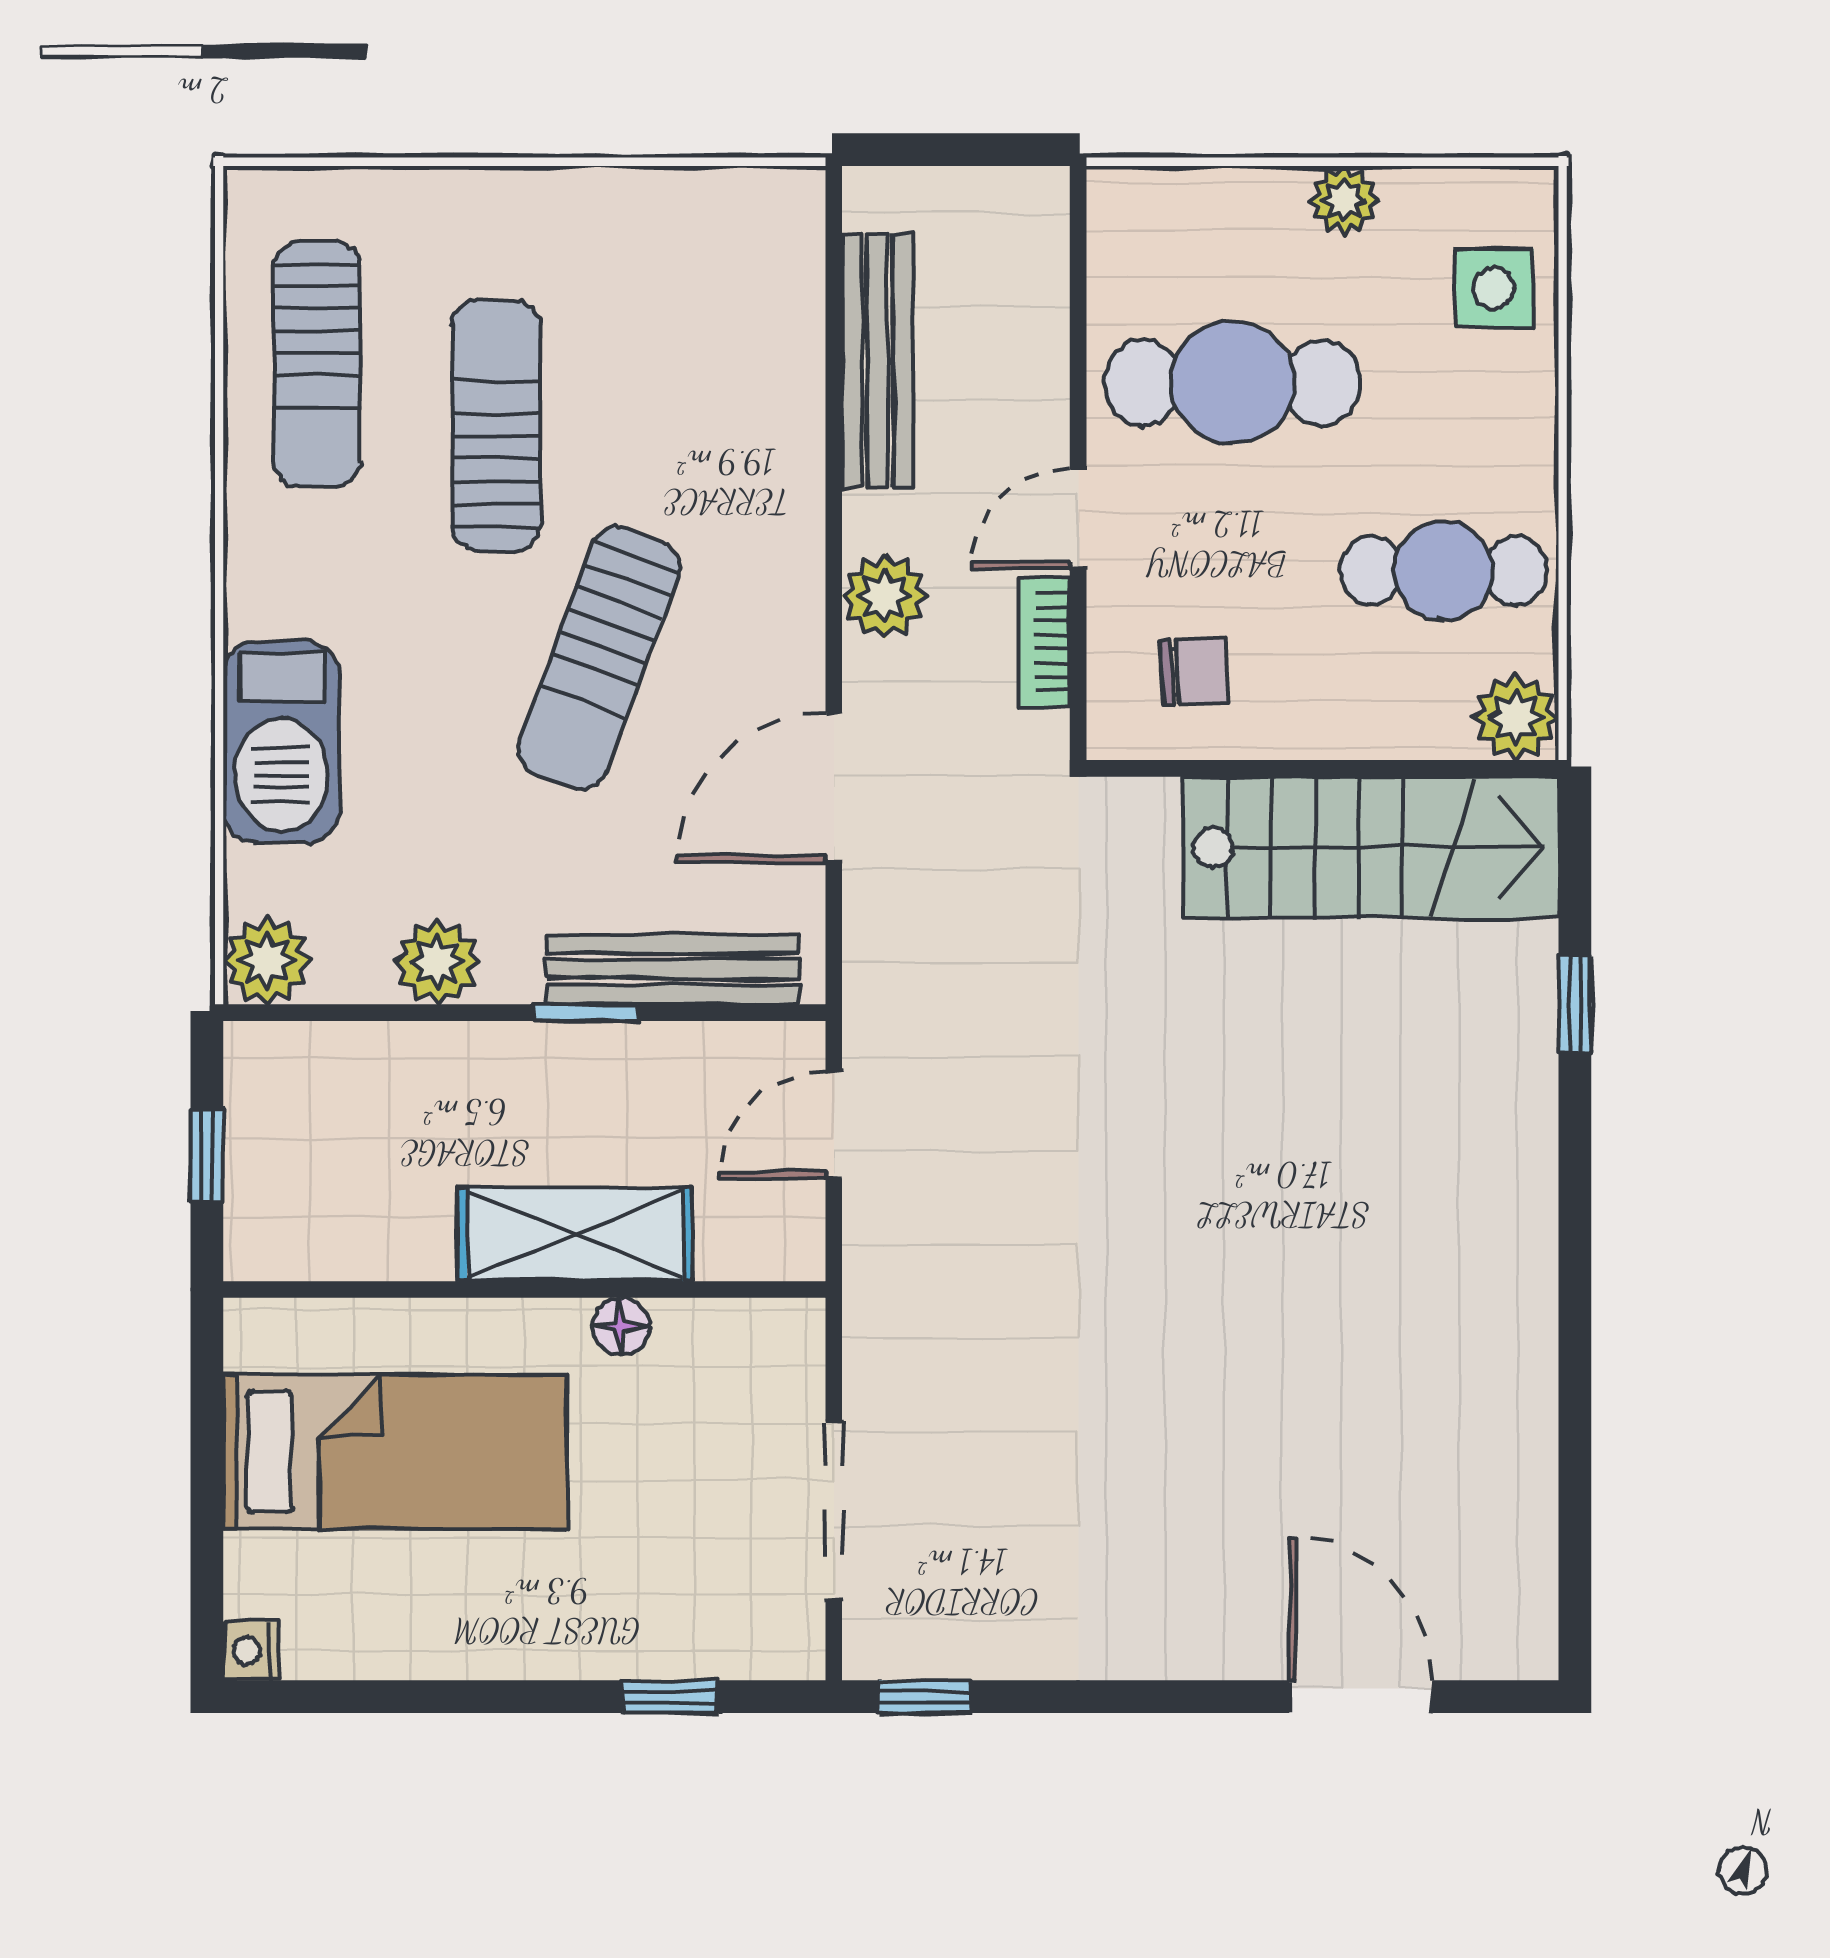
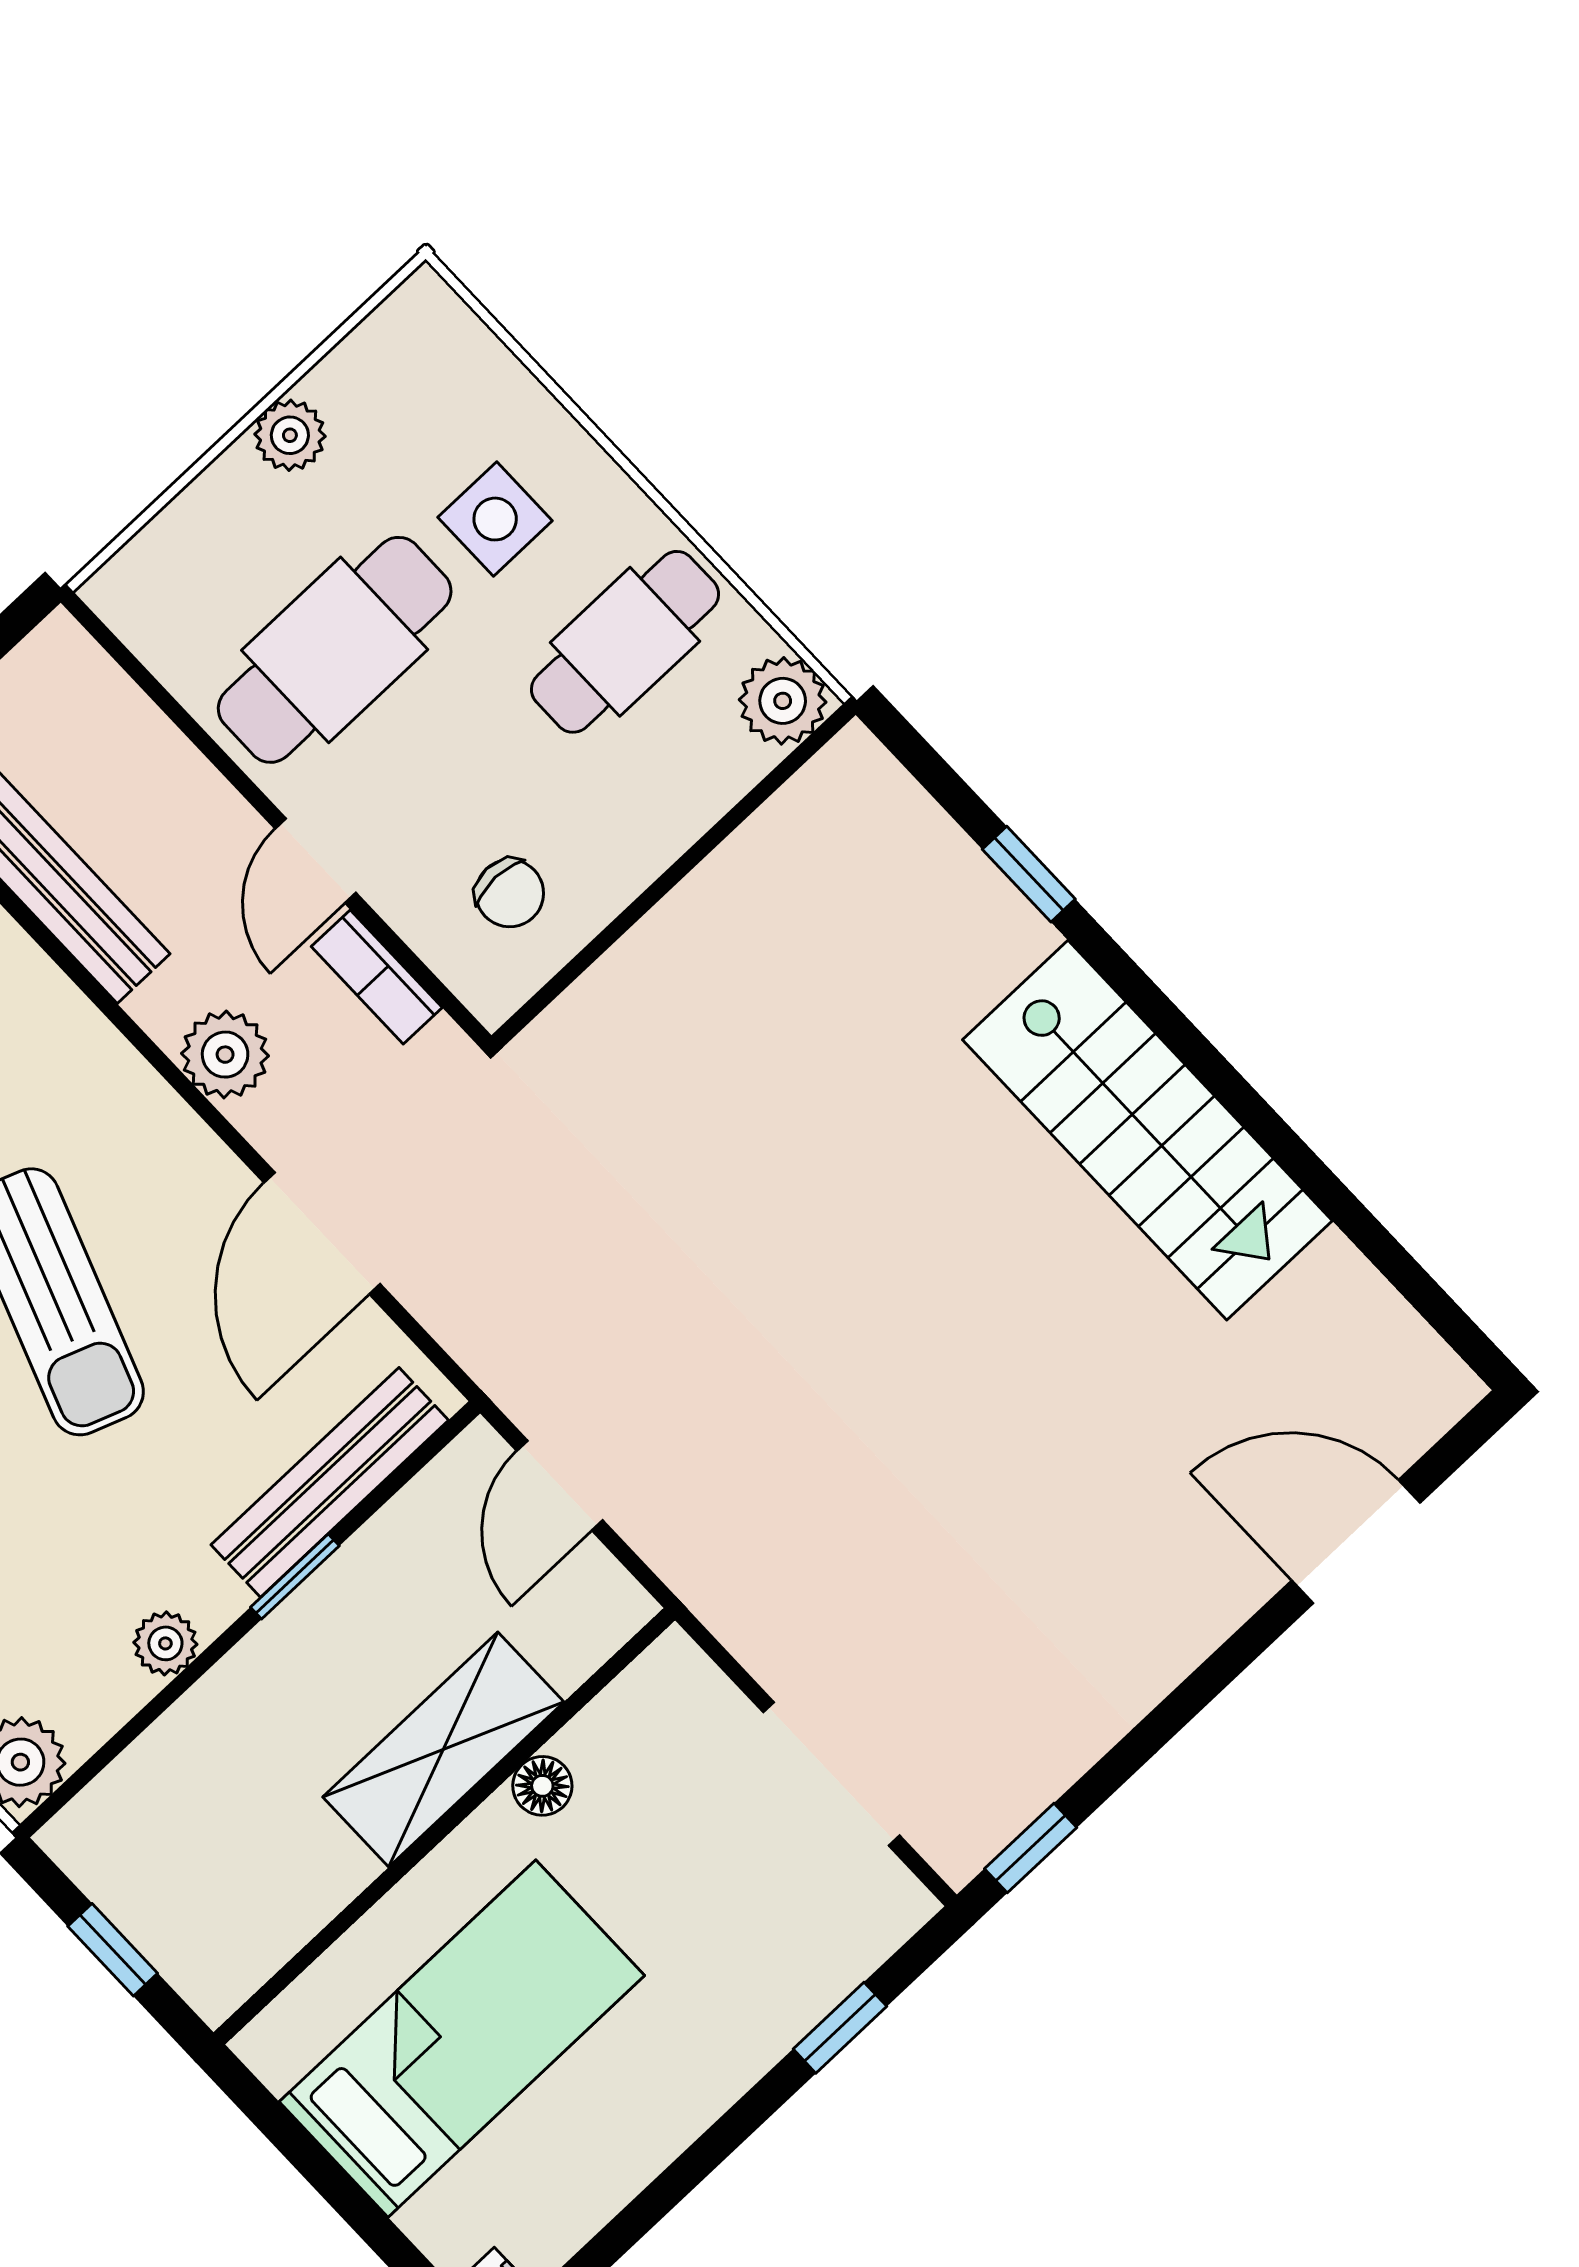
side table: (1494, 288) -> (495, 519), moved
chair: (1194, 672) -> (510, 893), turned 93
stairs: (1371, 847) -> (1147, 1130), moved, turned 90
plant: (437, 962) -> (165, 1643), width x0.73, depth x0.73

